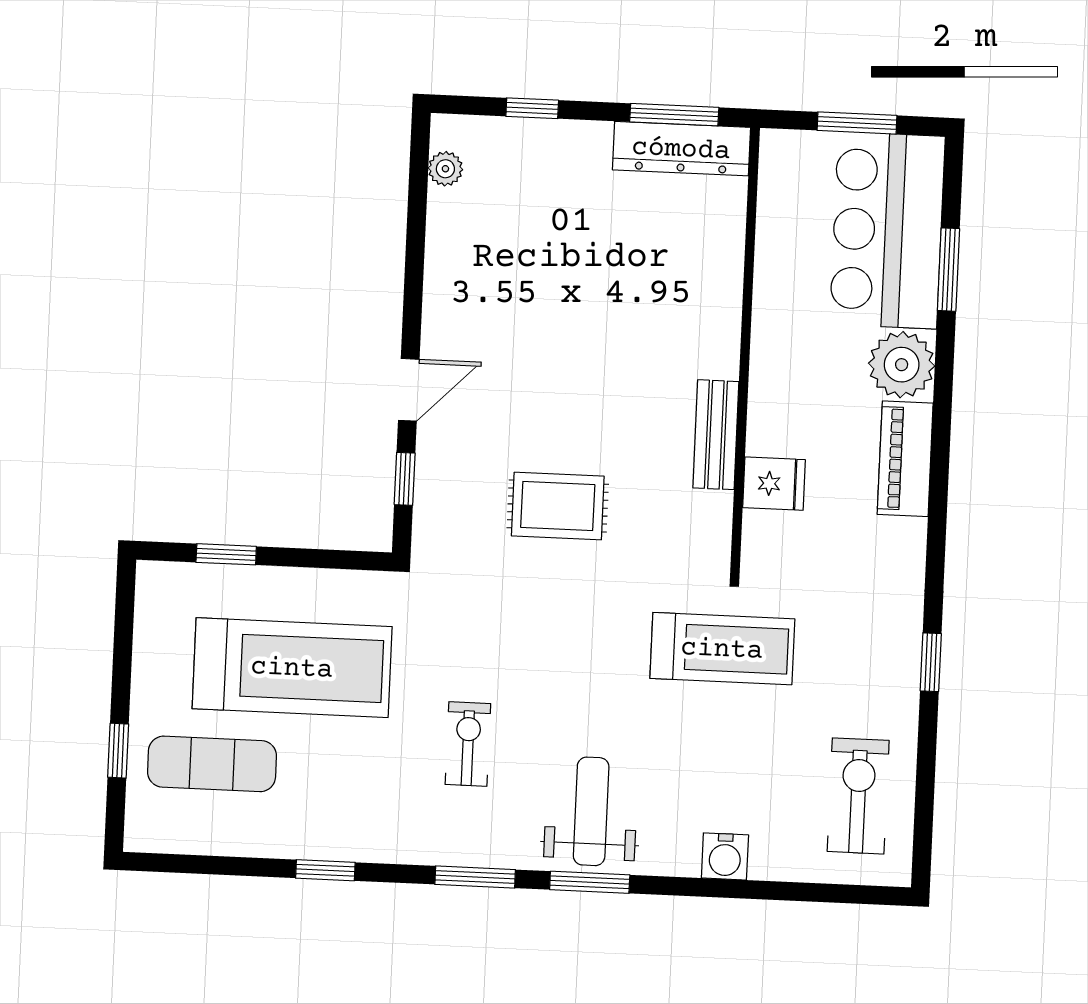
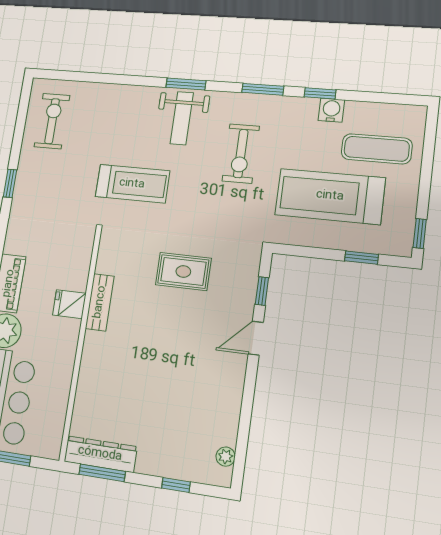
fridge: (774, 484) -> (69, 304), moved
treadmill: (722, 649) -> (132, 184), moved, turned 180
exercise bike: (468, 744) -> (241, 154), width x1.38, depth x1.39
window: (118, 751) -> (420, 233), moved
exercise bike: (858, 796) -> (52, 121), turned 180
water cooler: (725, 856) -> (331, 110), moved
window: (475, 877) -> (263, 89), moved

